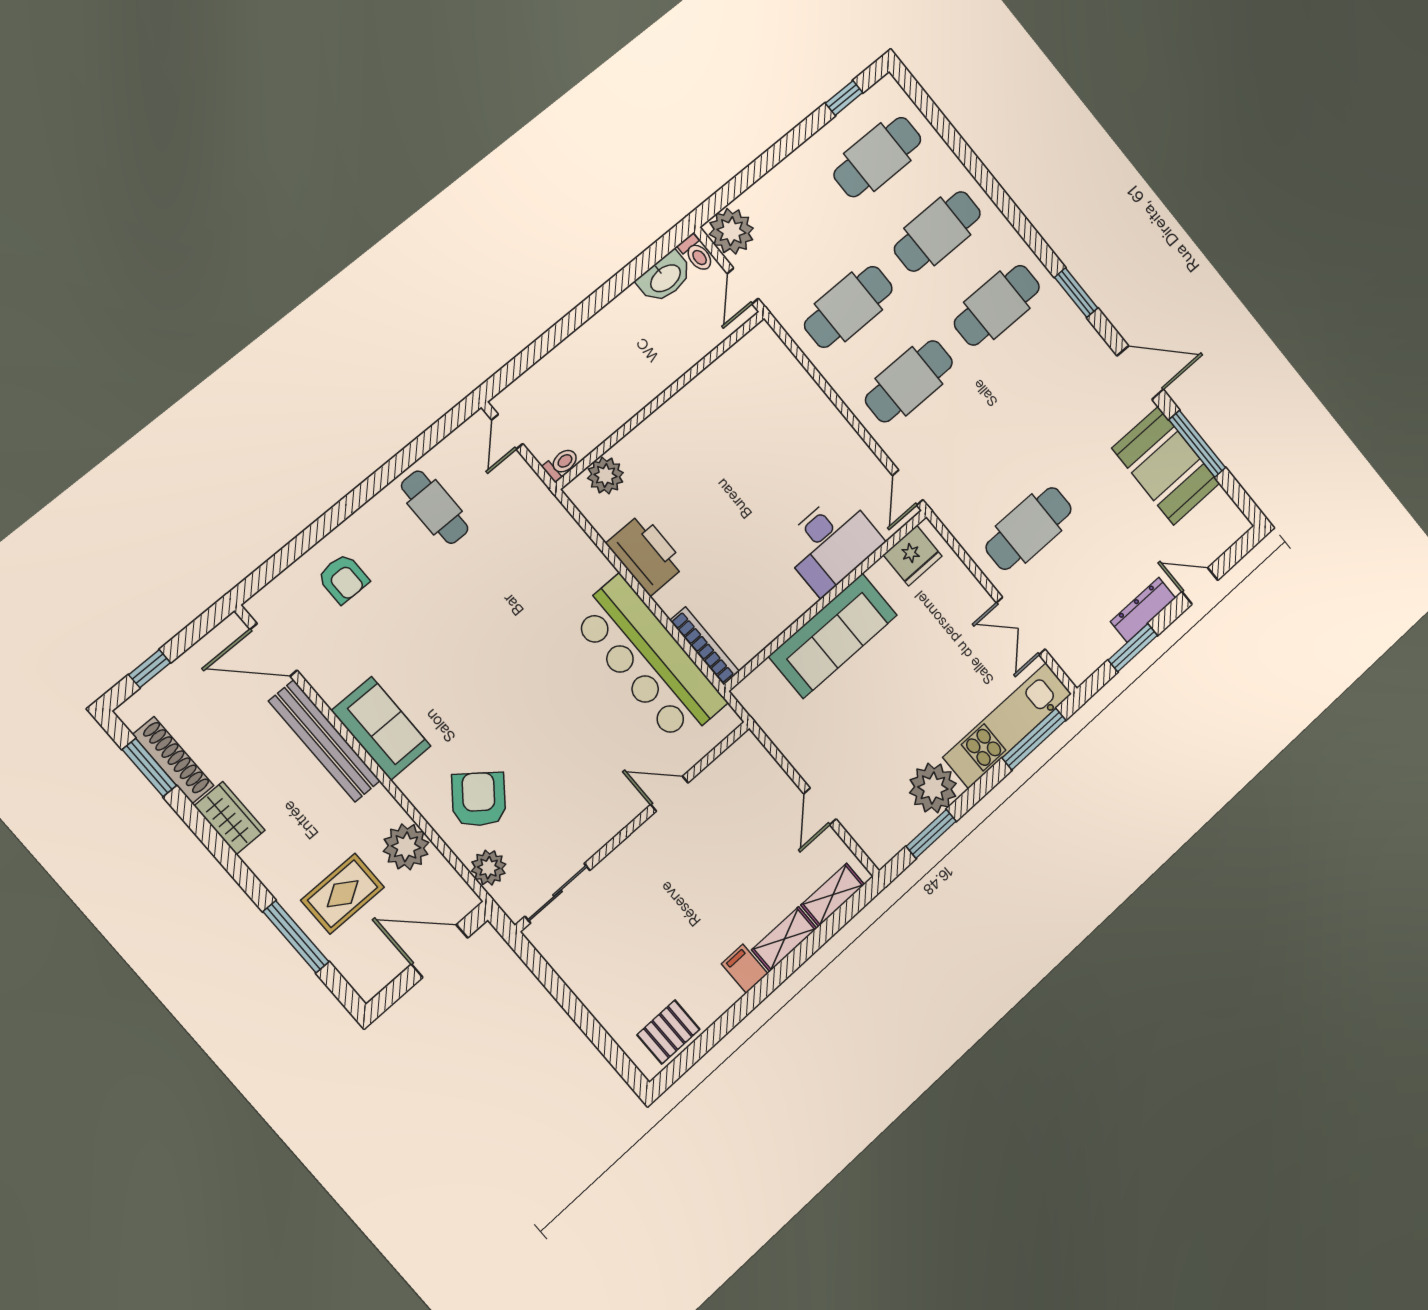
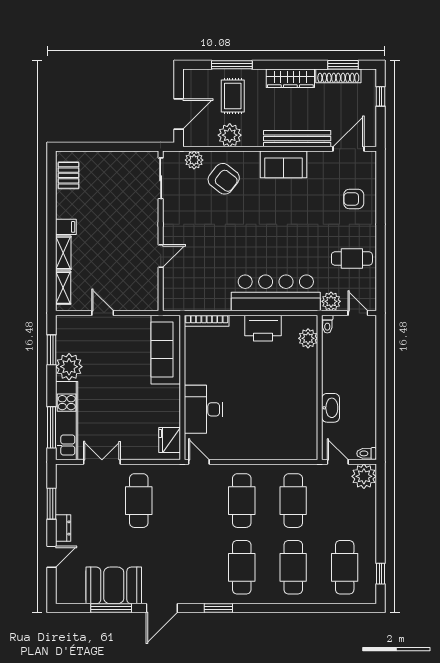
washbasin: (665, 277) -> (331, 408), moved, turned 180
plant: (524, 486) -> (331, 301), added
dresser: (1143, 610) -> (63, 528), width x0.70
sofa: (833, 636) -> (166, 350), moved
bar counter: (649, 660) -> (276, 293), moved
wardrobe: (230, 818) -> (290, 78), width x1.50

